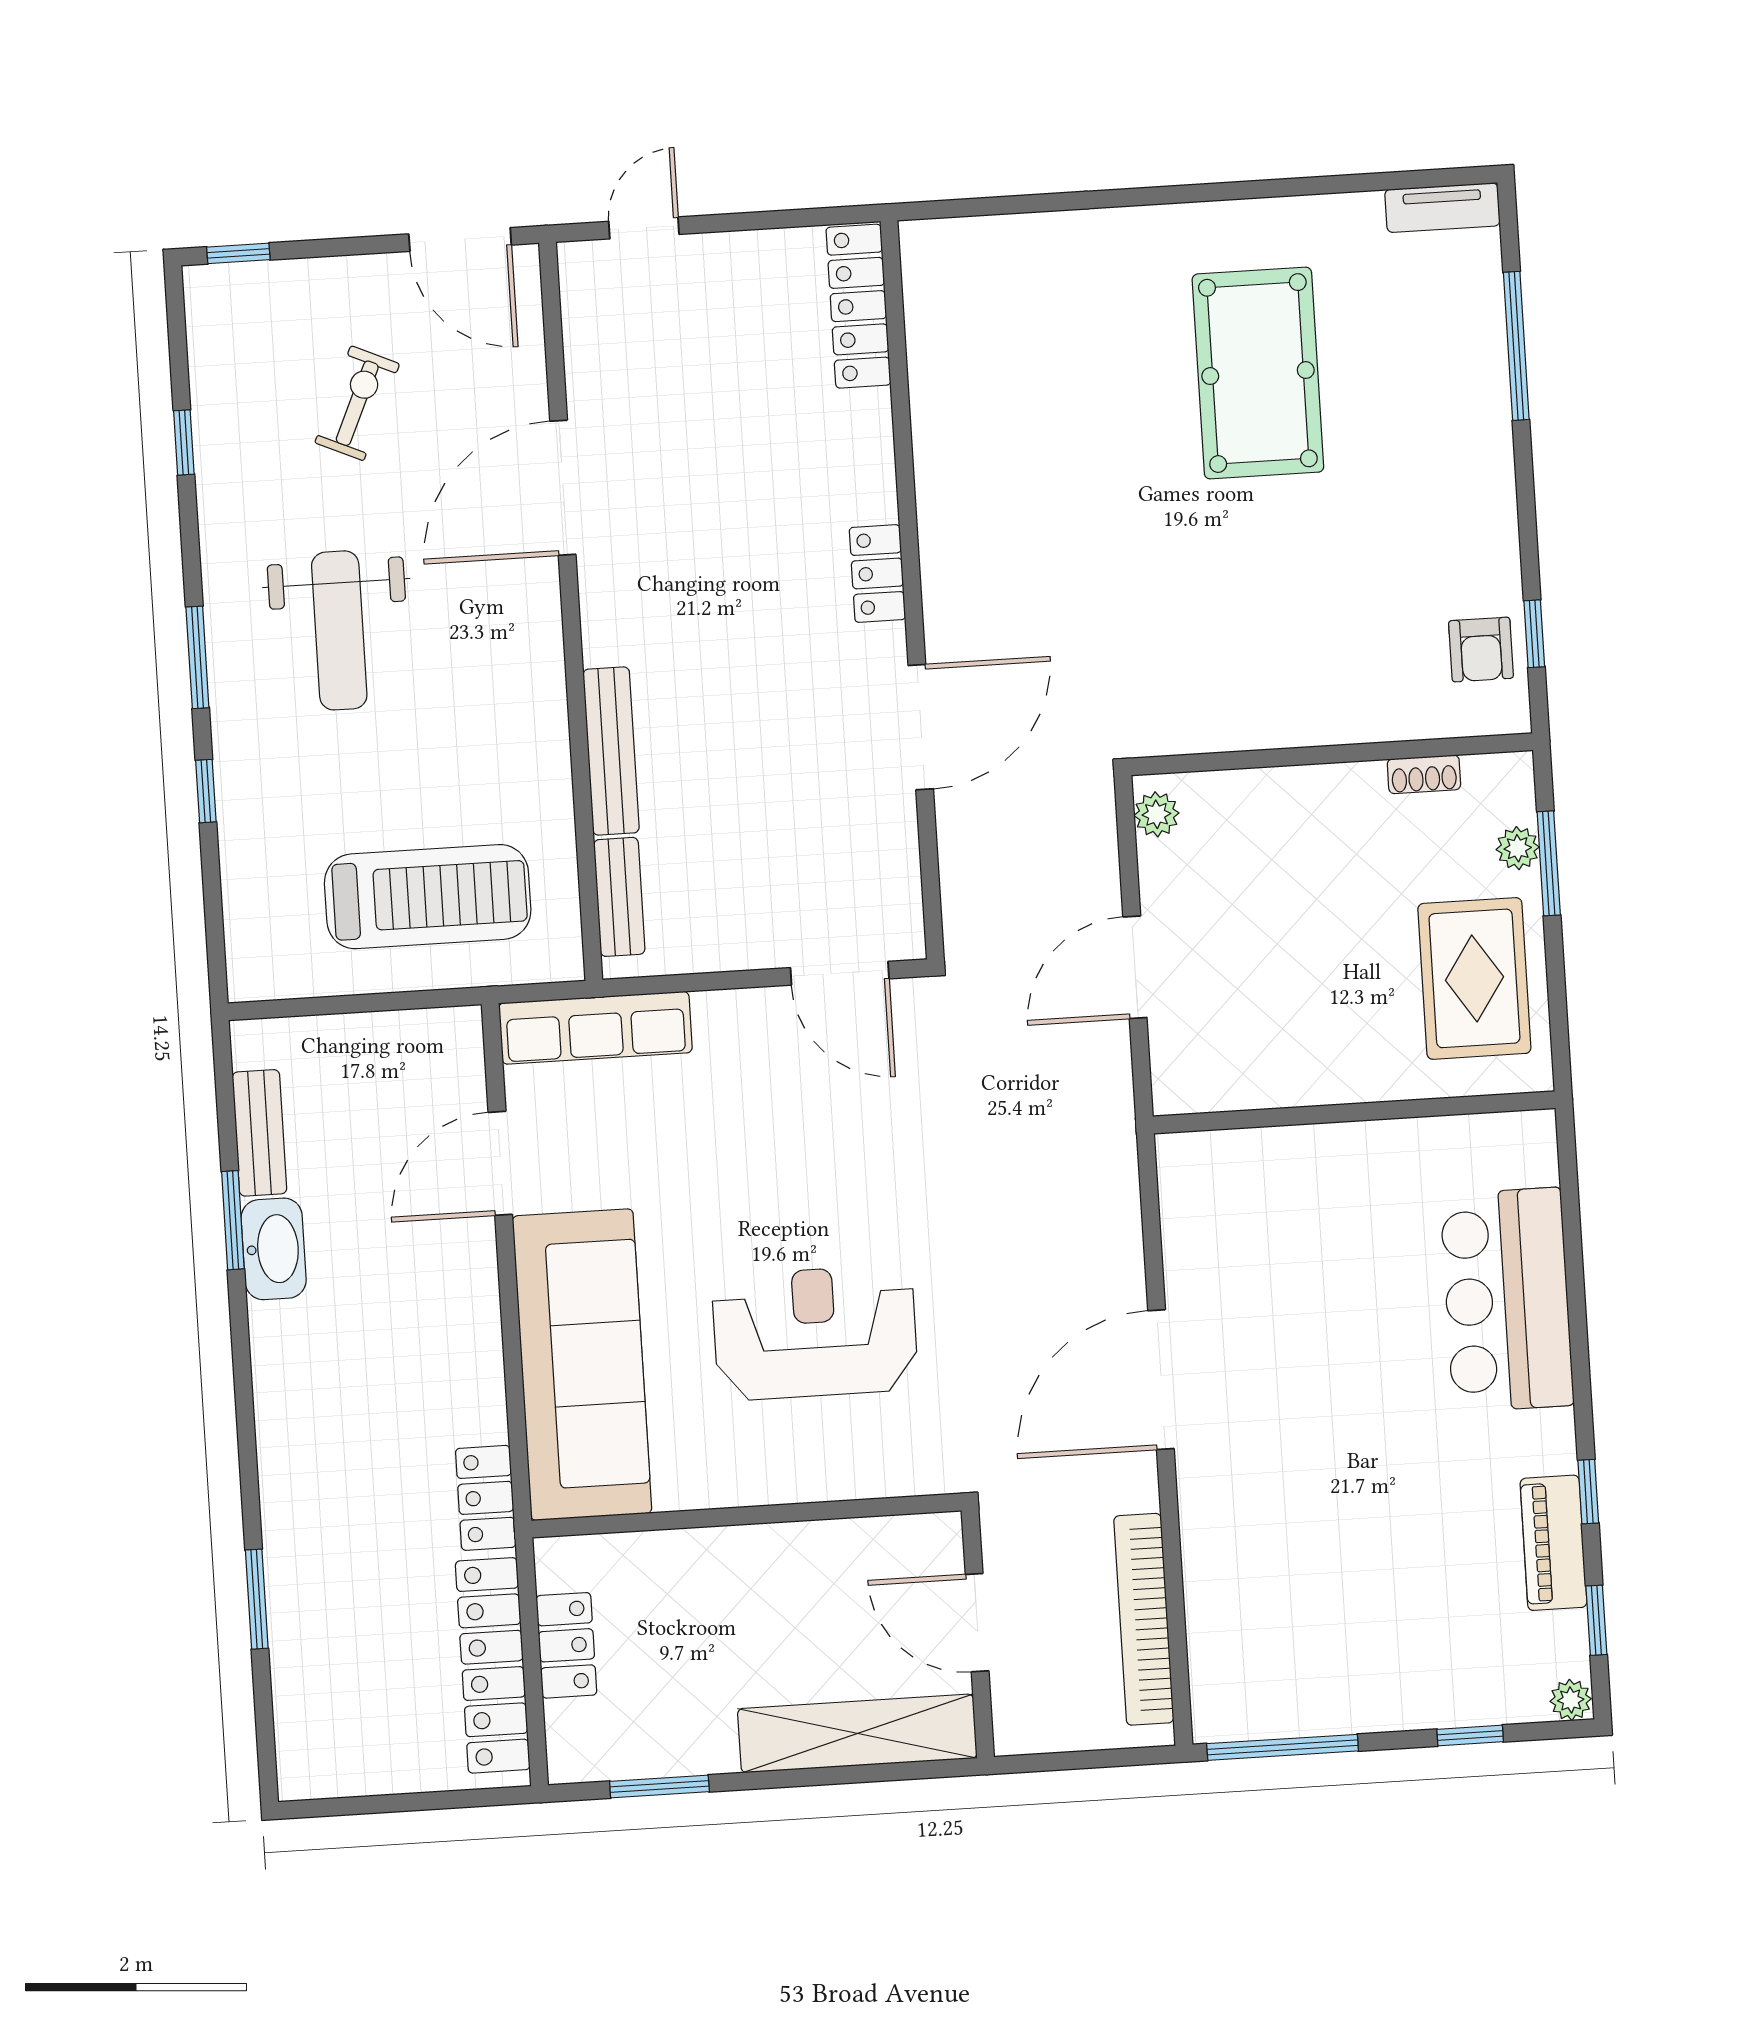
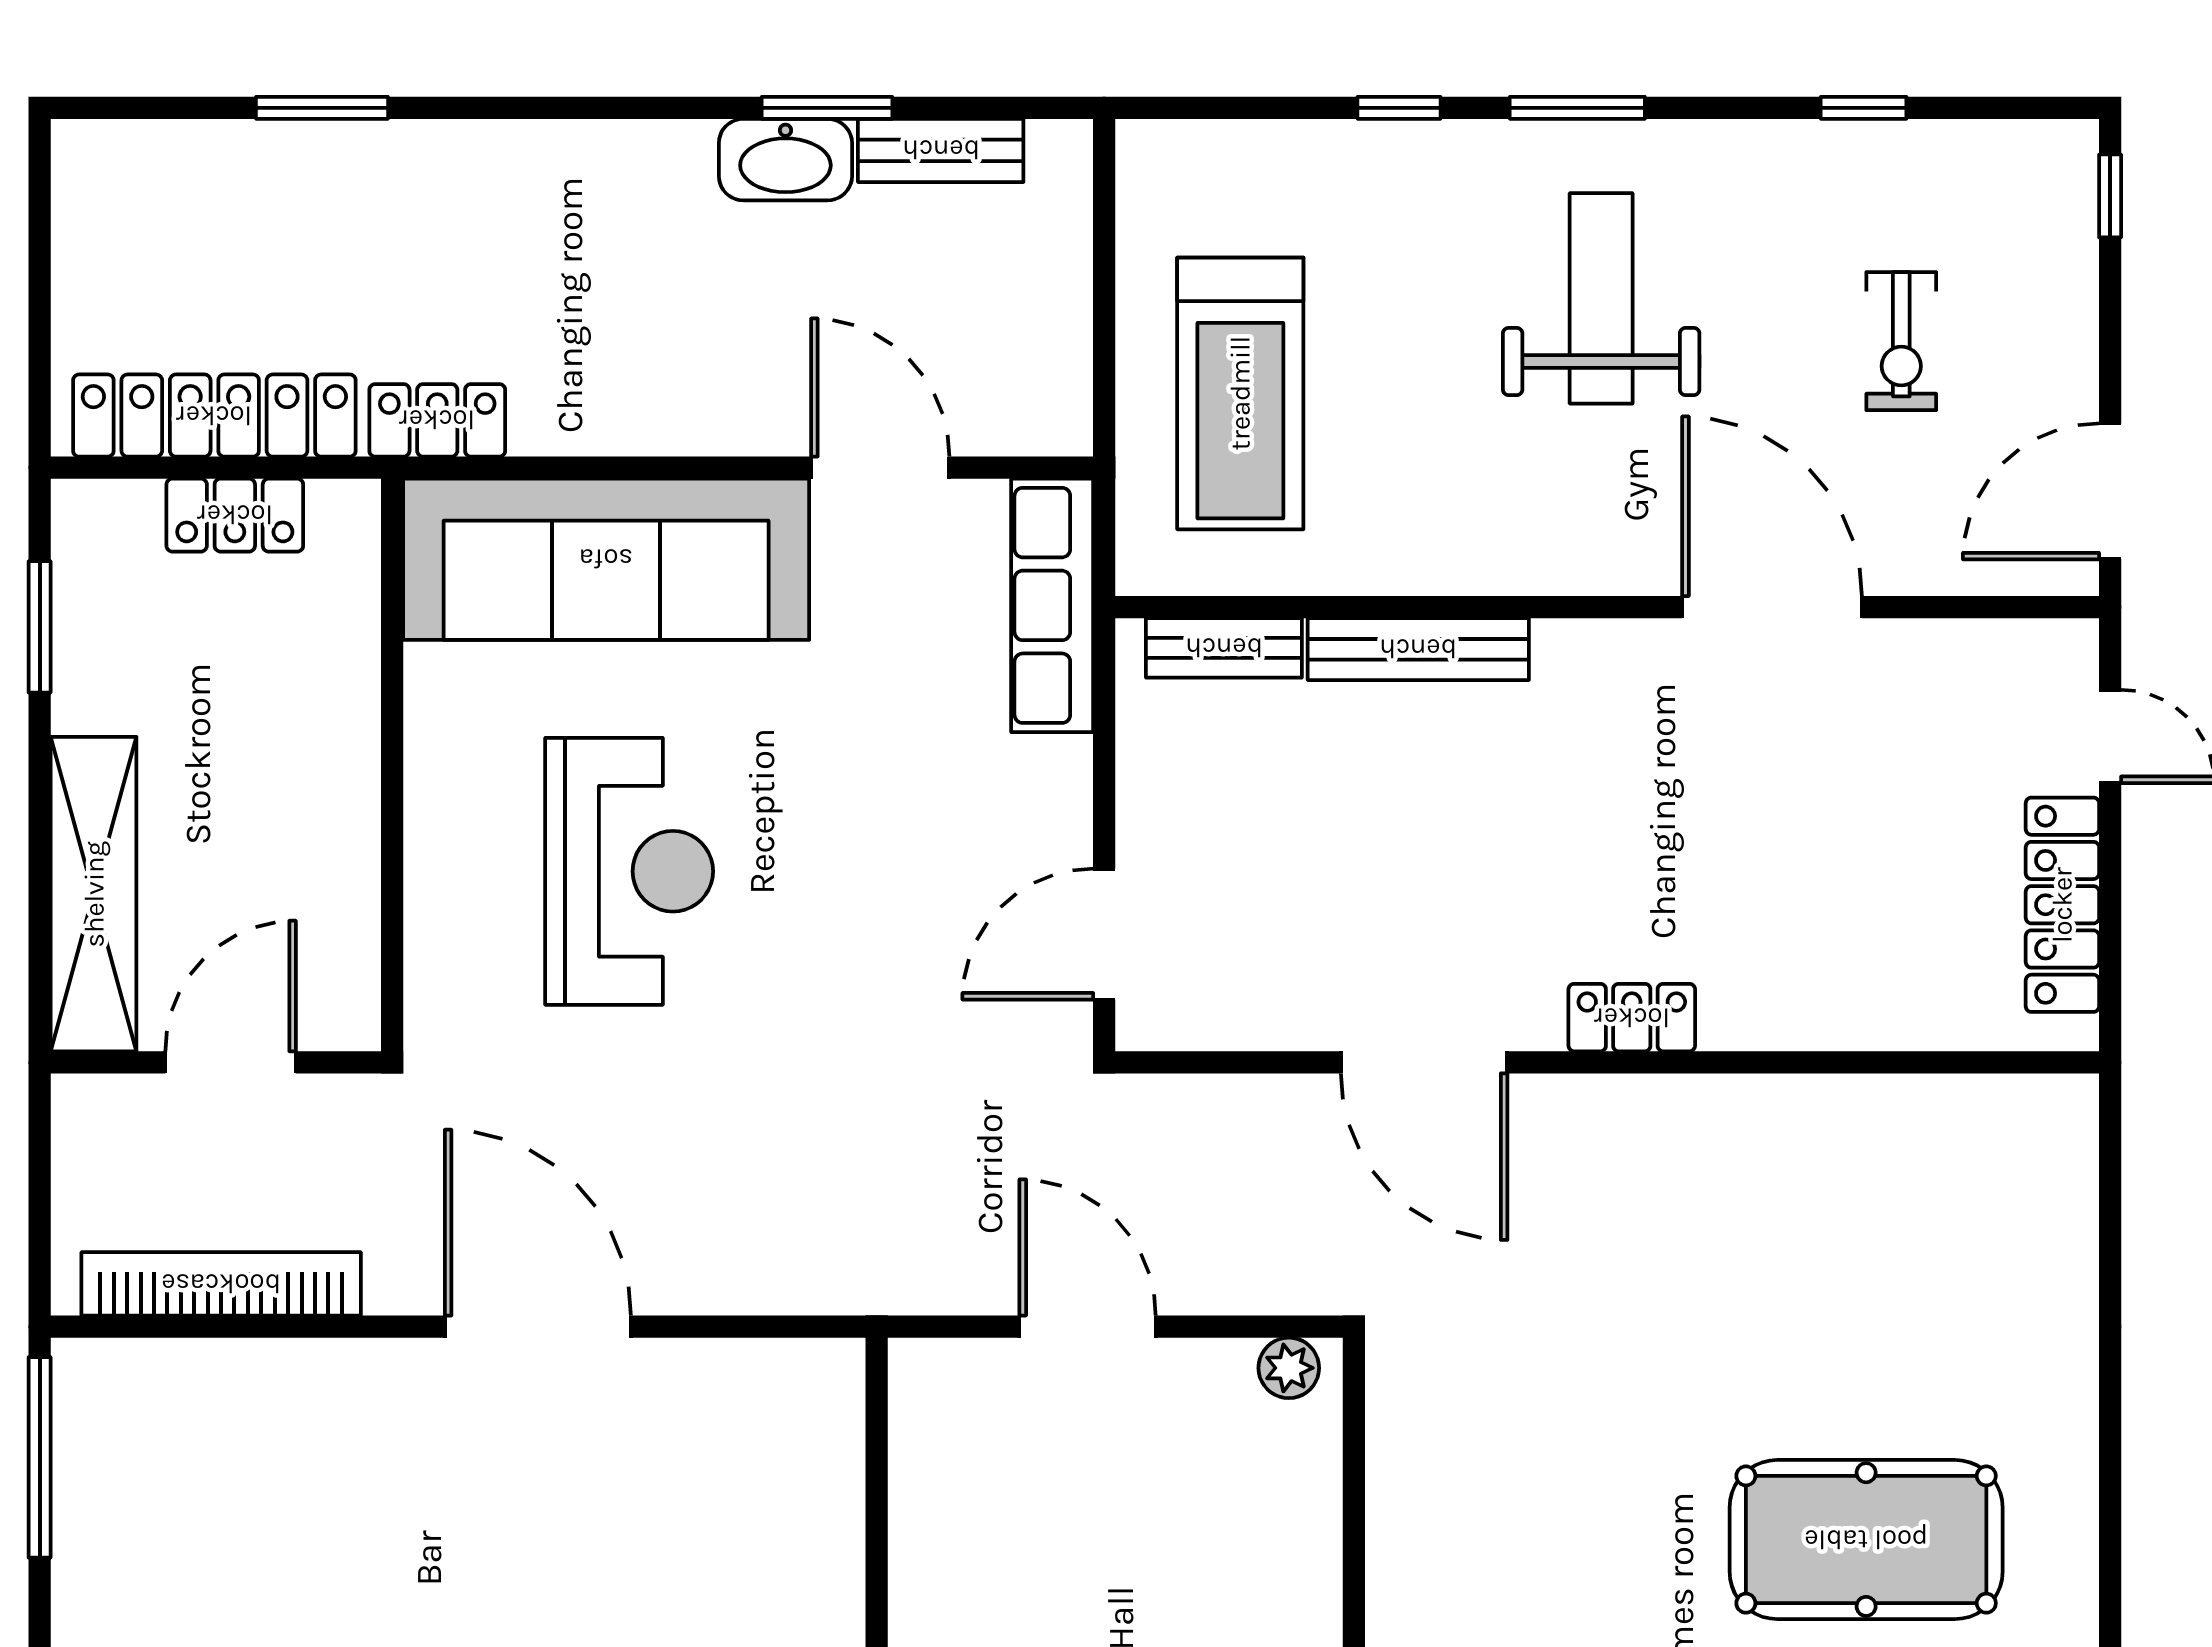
locker: (858, 306) -> (2062, 905), moved, turned -90
exercise bike: (357, 403) -> (1901, 341), turned 66
weight bench: (339, 630) -> (1601, 298), turned 90

